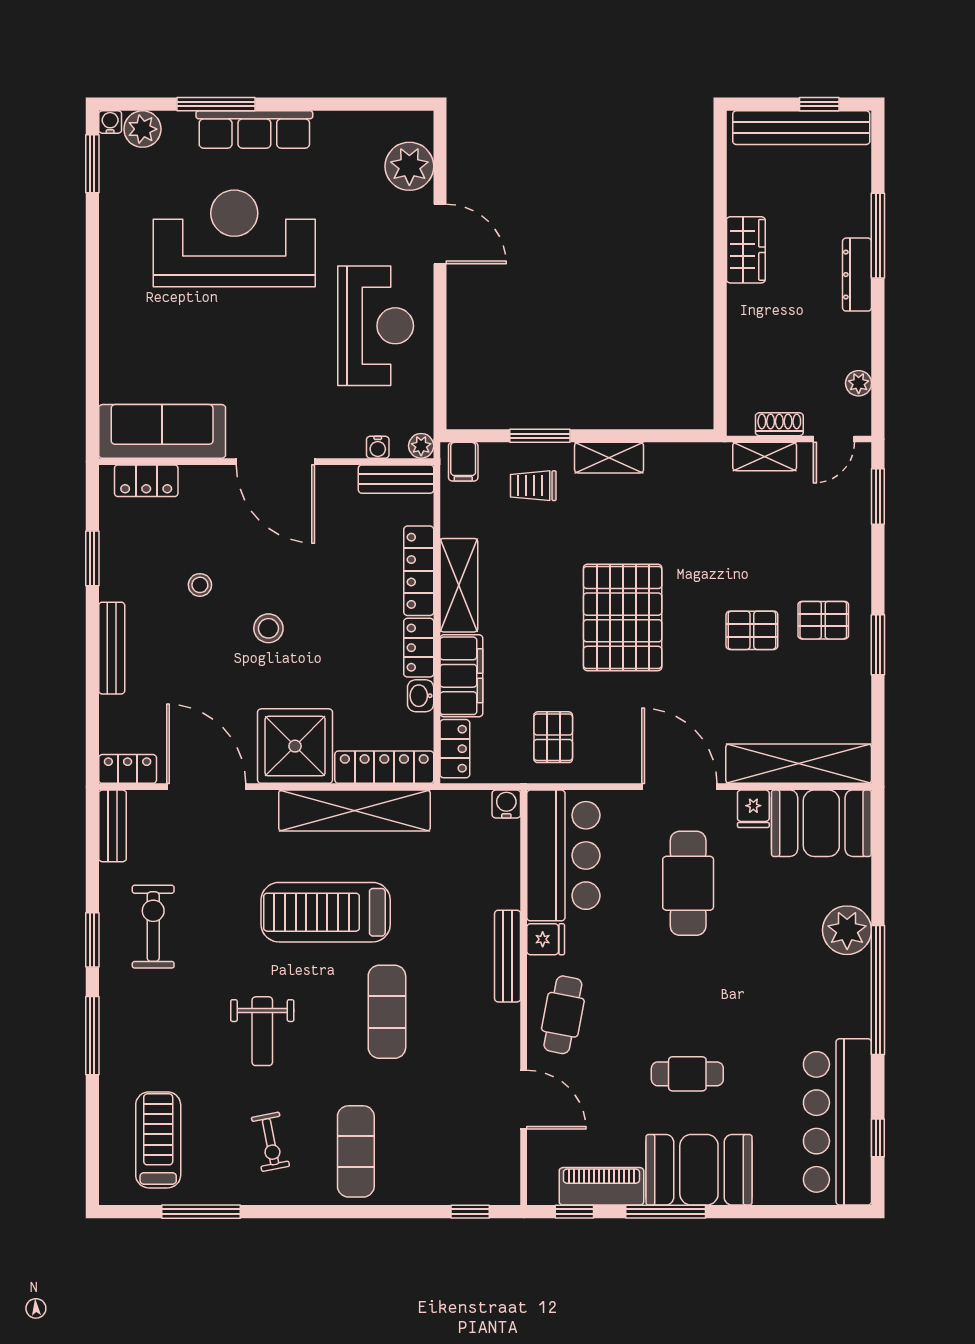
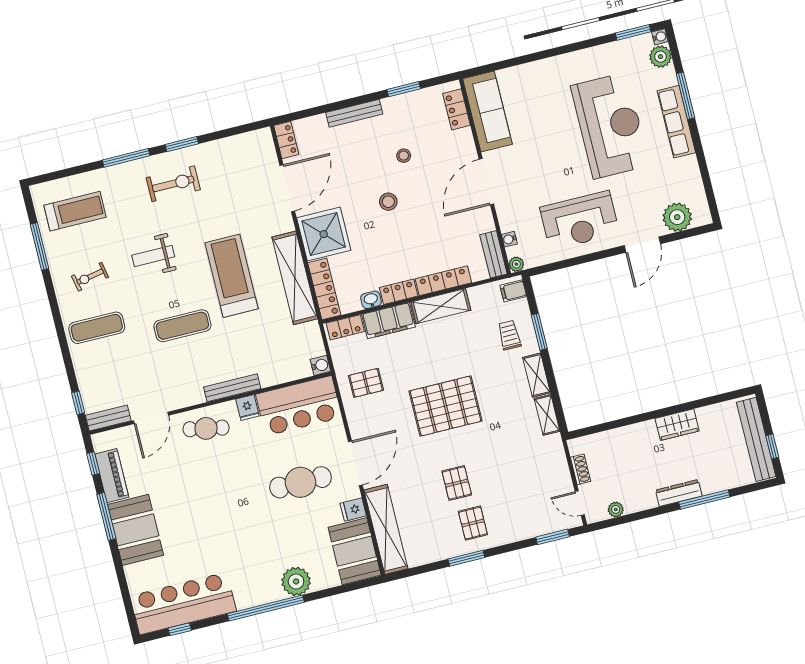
shelving: (765, 456) -> (547, 415), moved
bench: (112, 826) -> (108, 418), moved
exercise bike: (153, 927) -> (173, 184), moved
cafe table: (687, 1074) -> (190, 509), removed

